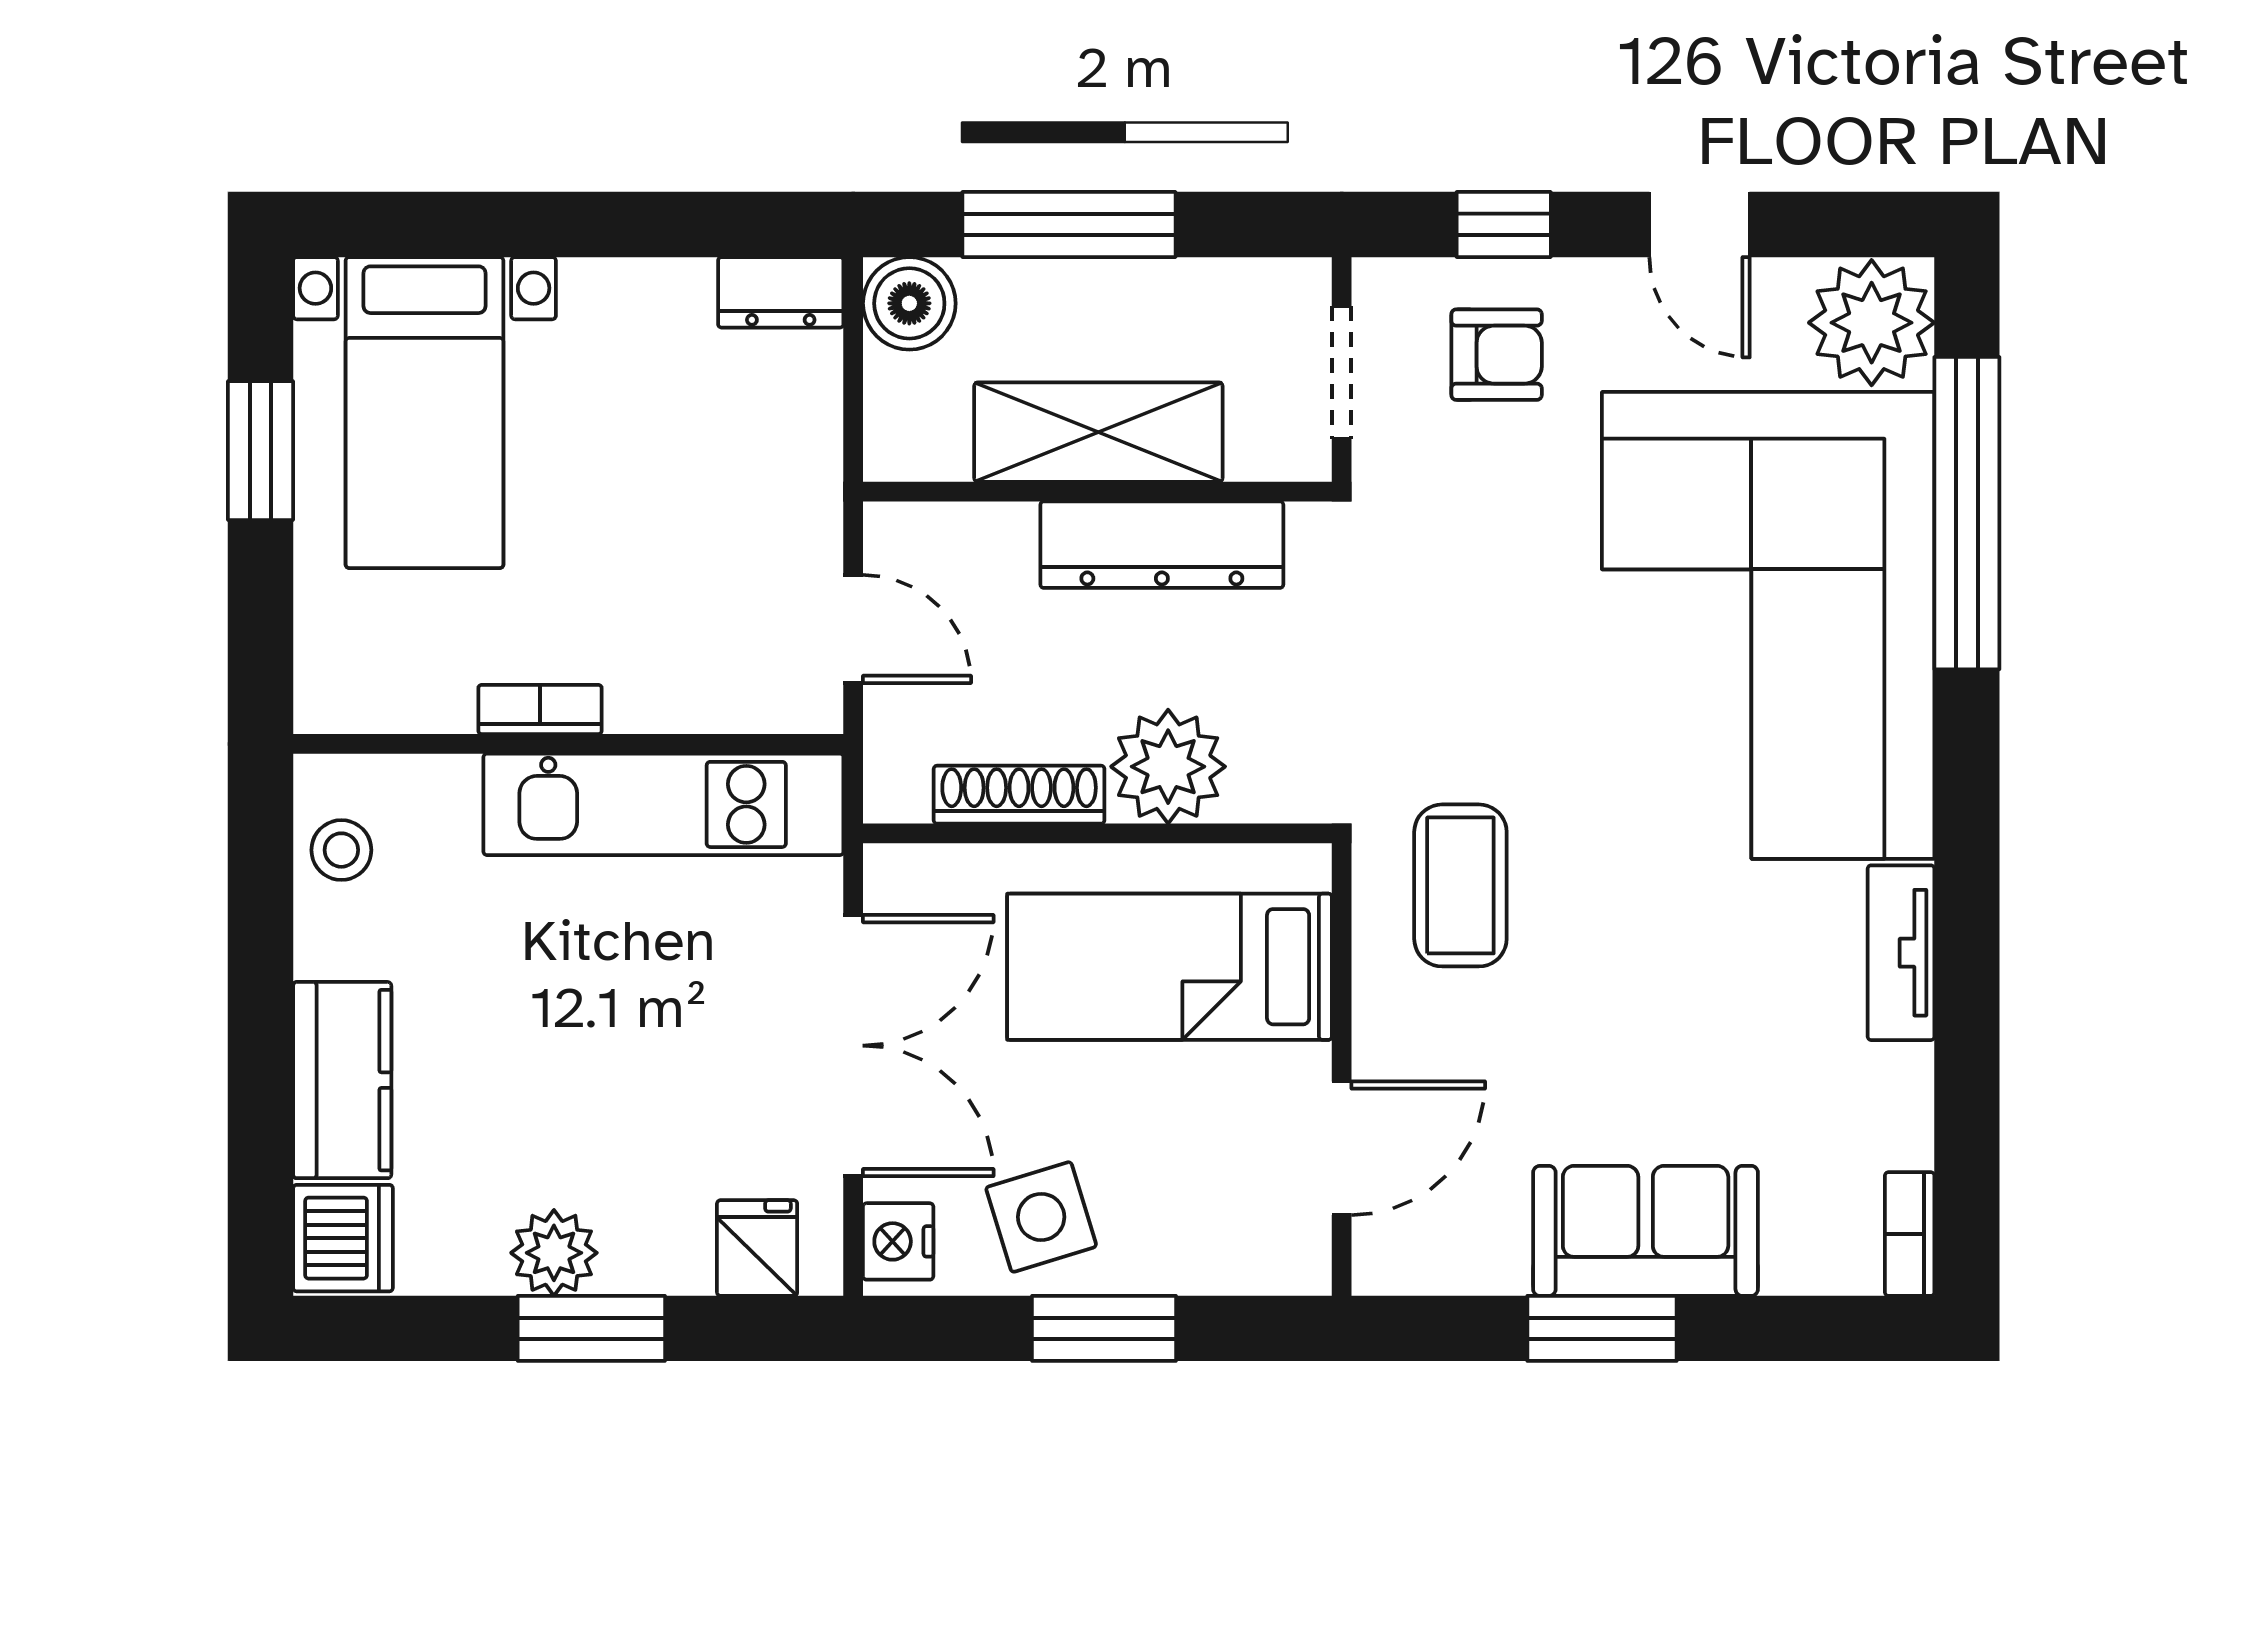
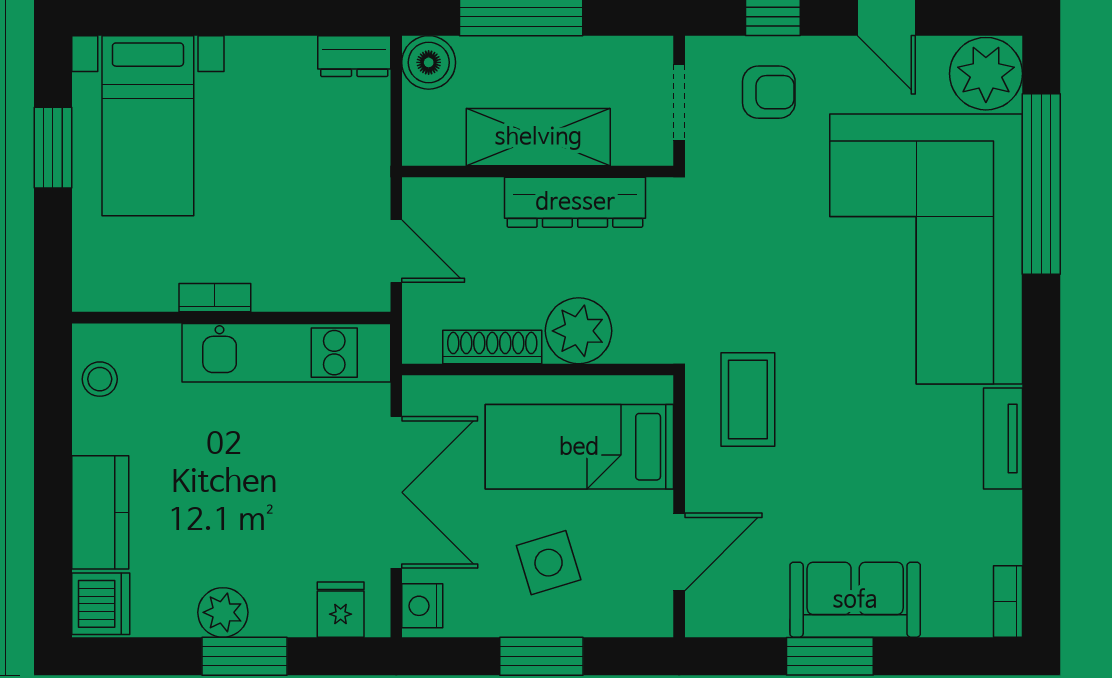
side table: (1041, 1217) -> (549, 563), moved

